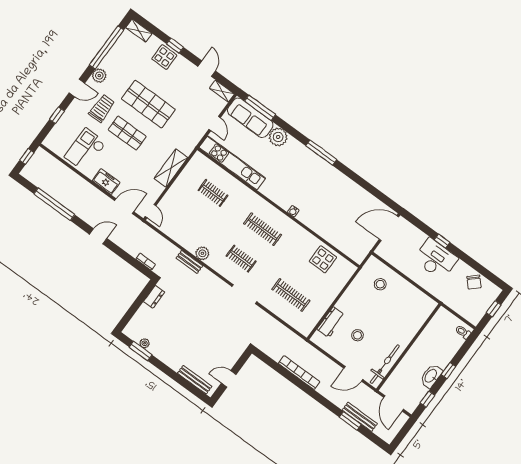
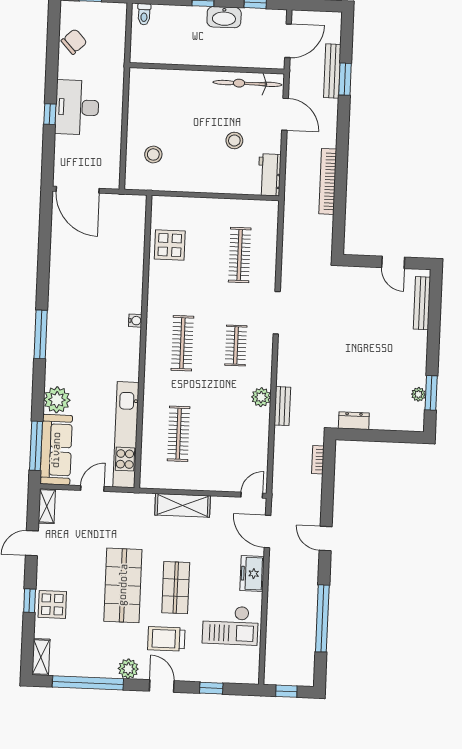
clothes rail: (213, 193) -> (179, 434), width x1.36
workbench: (331, 322) -> (269, 175), moved, turned -90

